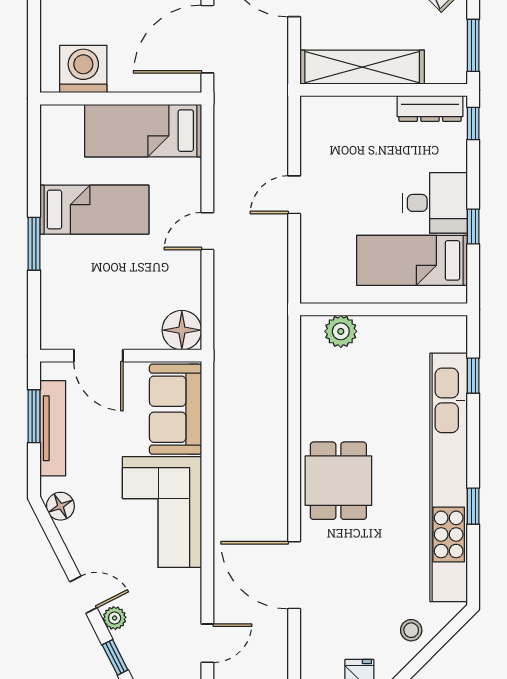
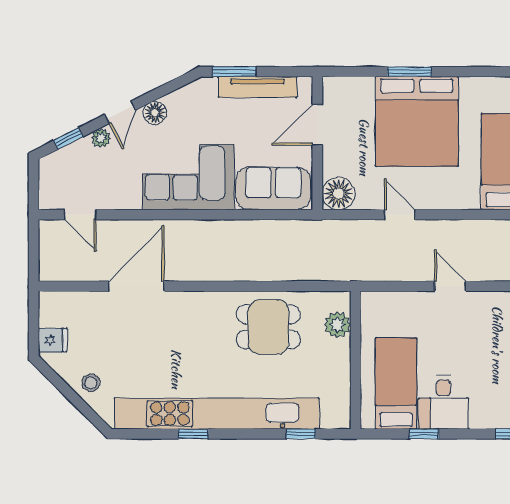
bed: (94, 210) -> (417, 121), width x2.04
door: (207, 231) -> (400, 215), moved
window: (34, 416) -> (234, 72), moved
dining table: (338, 481) -> (268, 327), moved
floor lamp: (60, 506) -> (155, 113), moved

